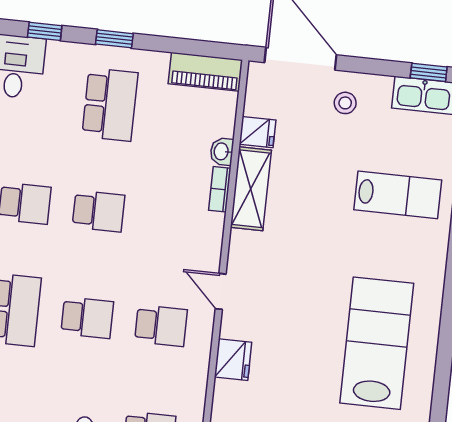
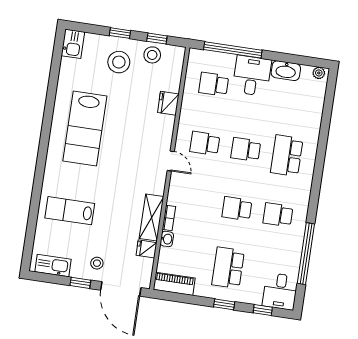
window: (429, 72) -> (80, 283), moved
fridge: (233, 360) -> (168, 103), moved

